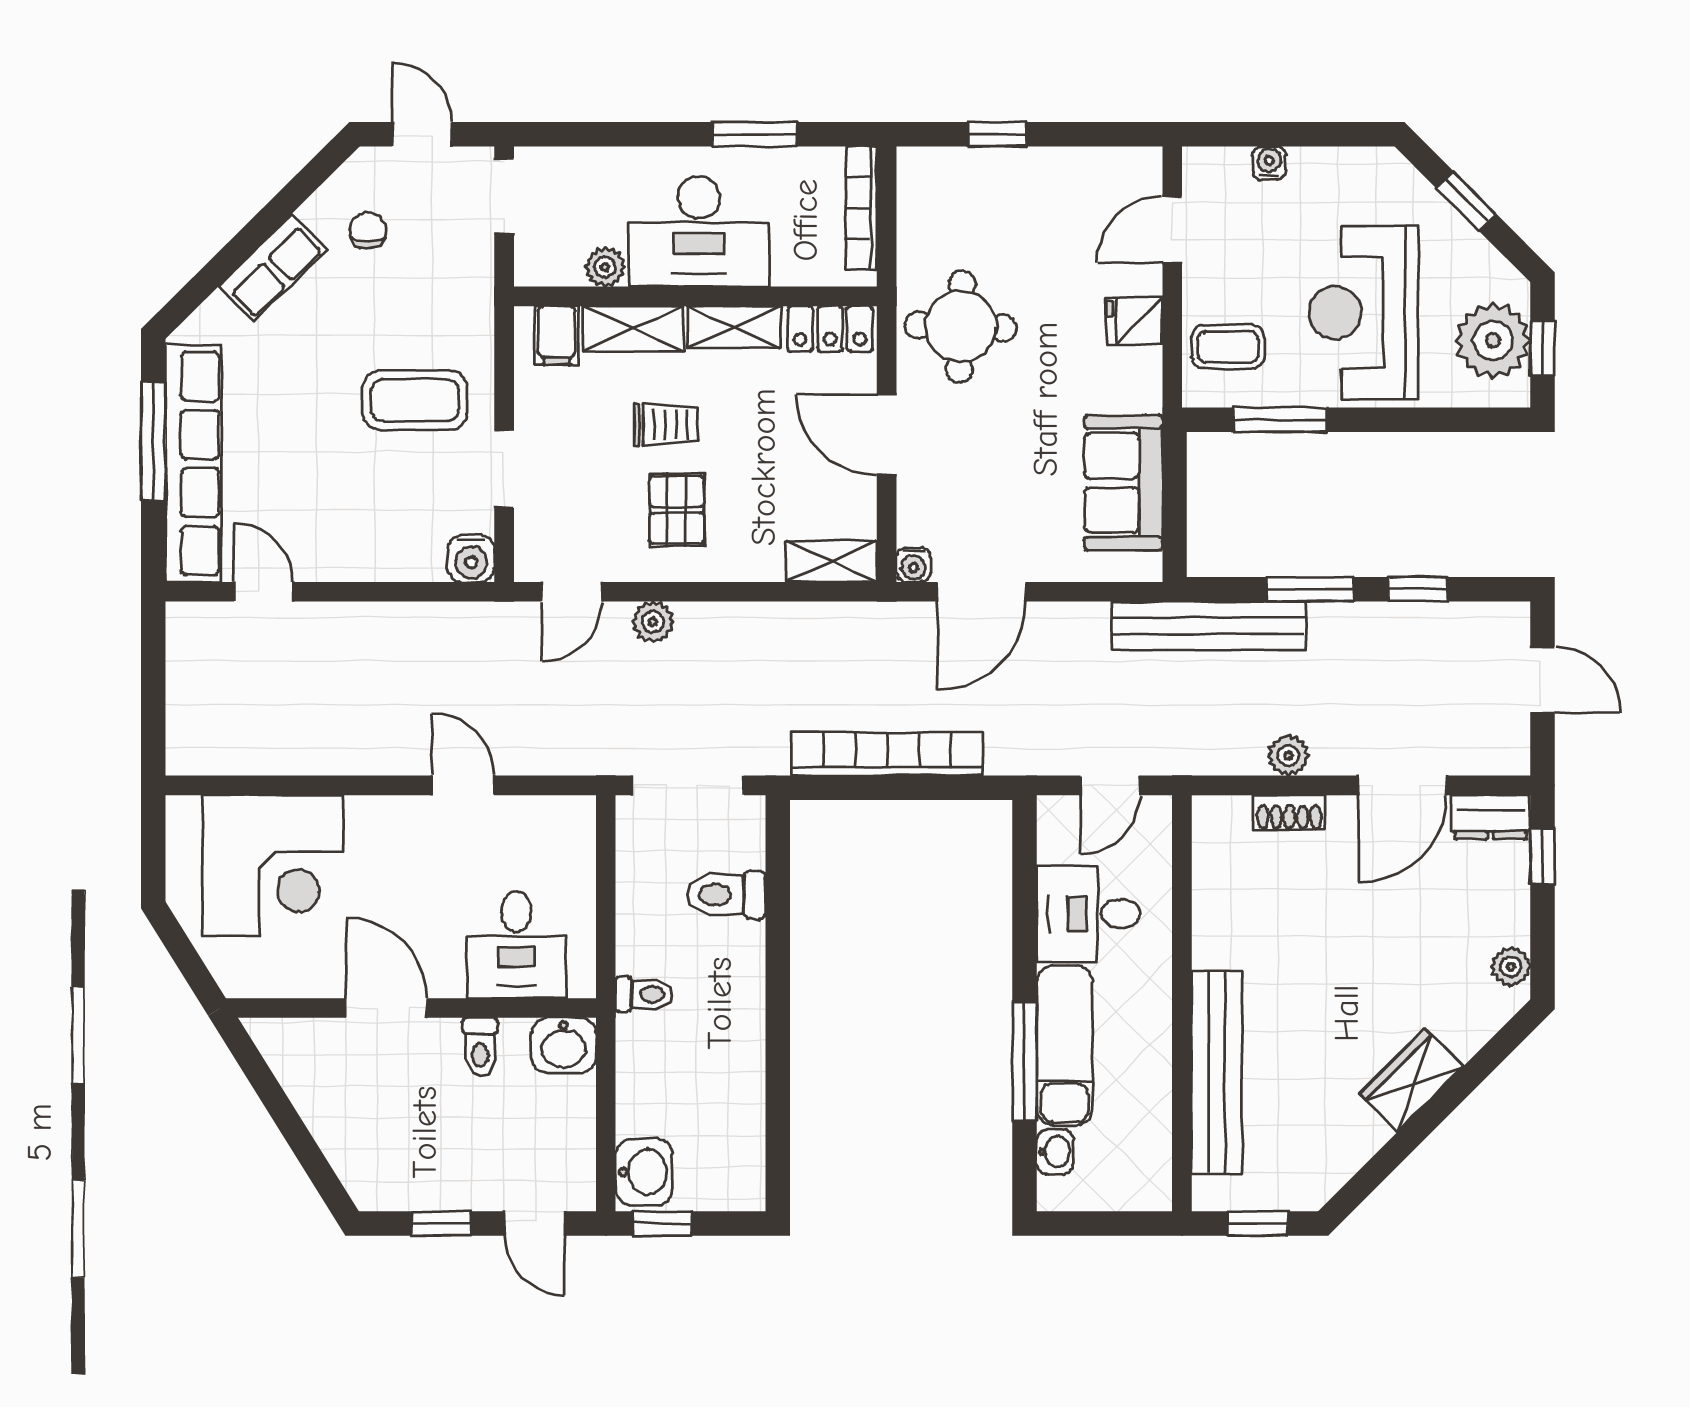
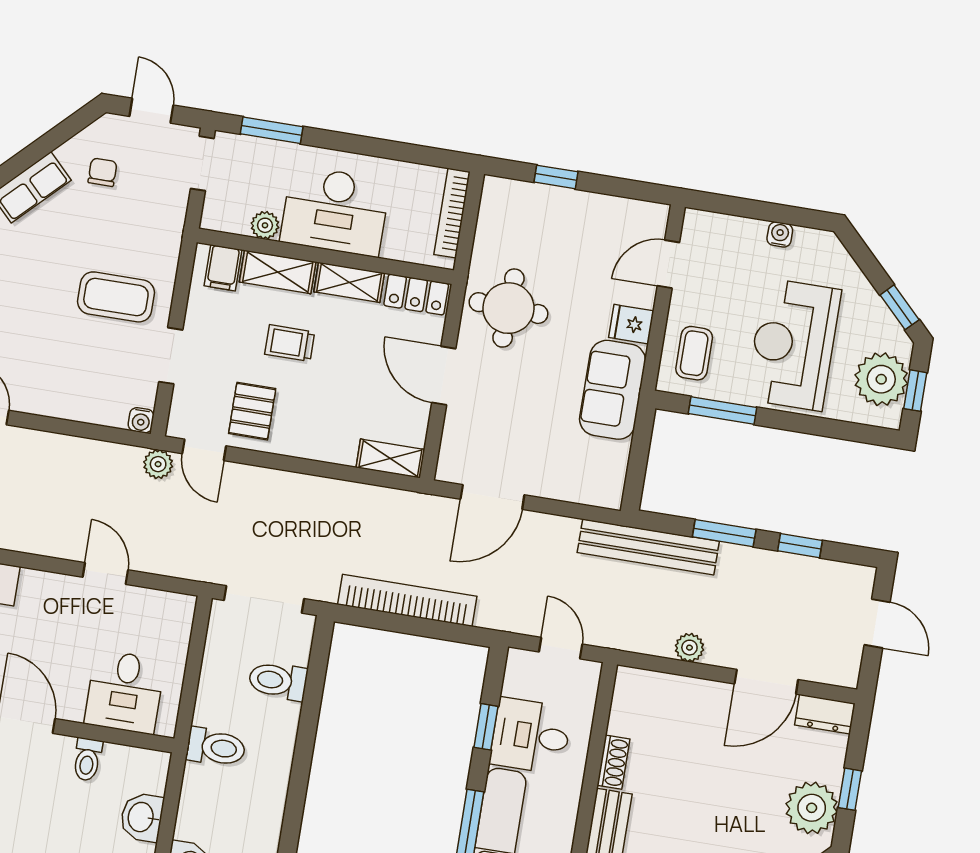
window: (755, 134) -> (272, 130), moved
water cooler: (1269, 163) -> (780, 234), moved
window: (1466, 201) -> (900, 307), moved
coffee table: (1228, 347) -> (694, 353), turned 90
trolley: (666, 425) -> (290, 343), turned 180
sofa: (1123, 483) -> (613, 390), moved
pallet: (677, 510) -> (252, 411), moved
water cooler: (471, 559) -> (141, 420), width x0.72, depth x0.72
water cooler: (913, 565) -> (448, 470), removed
door: (572, 592) -> (204, 450), hinge flipped
plant: (653, 622) -> (158, 464), moved
door: (1110, 785) -> (561, 648), swing flipped
shoe rack: (1289, 812) -> (613, 762), moved, turned -90
window: (1543, 856) -> (850, 789), moved
window: (1025, 911) -> (486, 727), added
plant: (1511, 967) -> (812, 808), width x1.88, depth x1.88
toilet: (644, 994) -> (216, 747), width x1.37, depth x1.39
washbasin: (564, 1045) -> (142, 817), moved, turned 90

